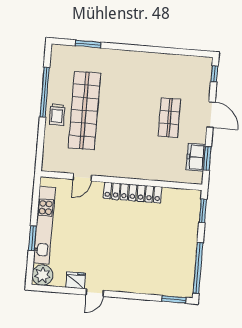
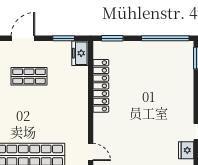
freezer: (196, 157) -> (80, 53), moved, turned 90
locker: (133, 193) -> (101, 86), moved

